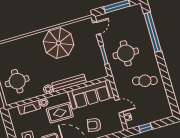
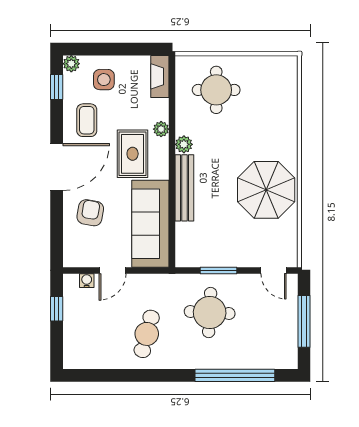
fireplace: (29, 107) -> (160, 76), moved

